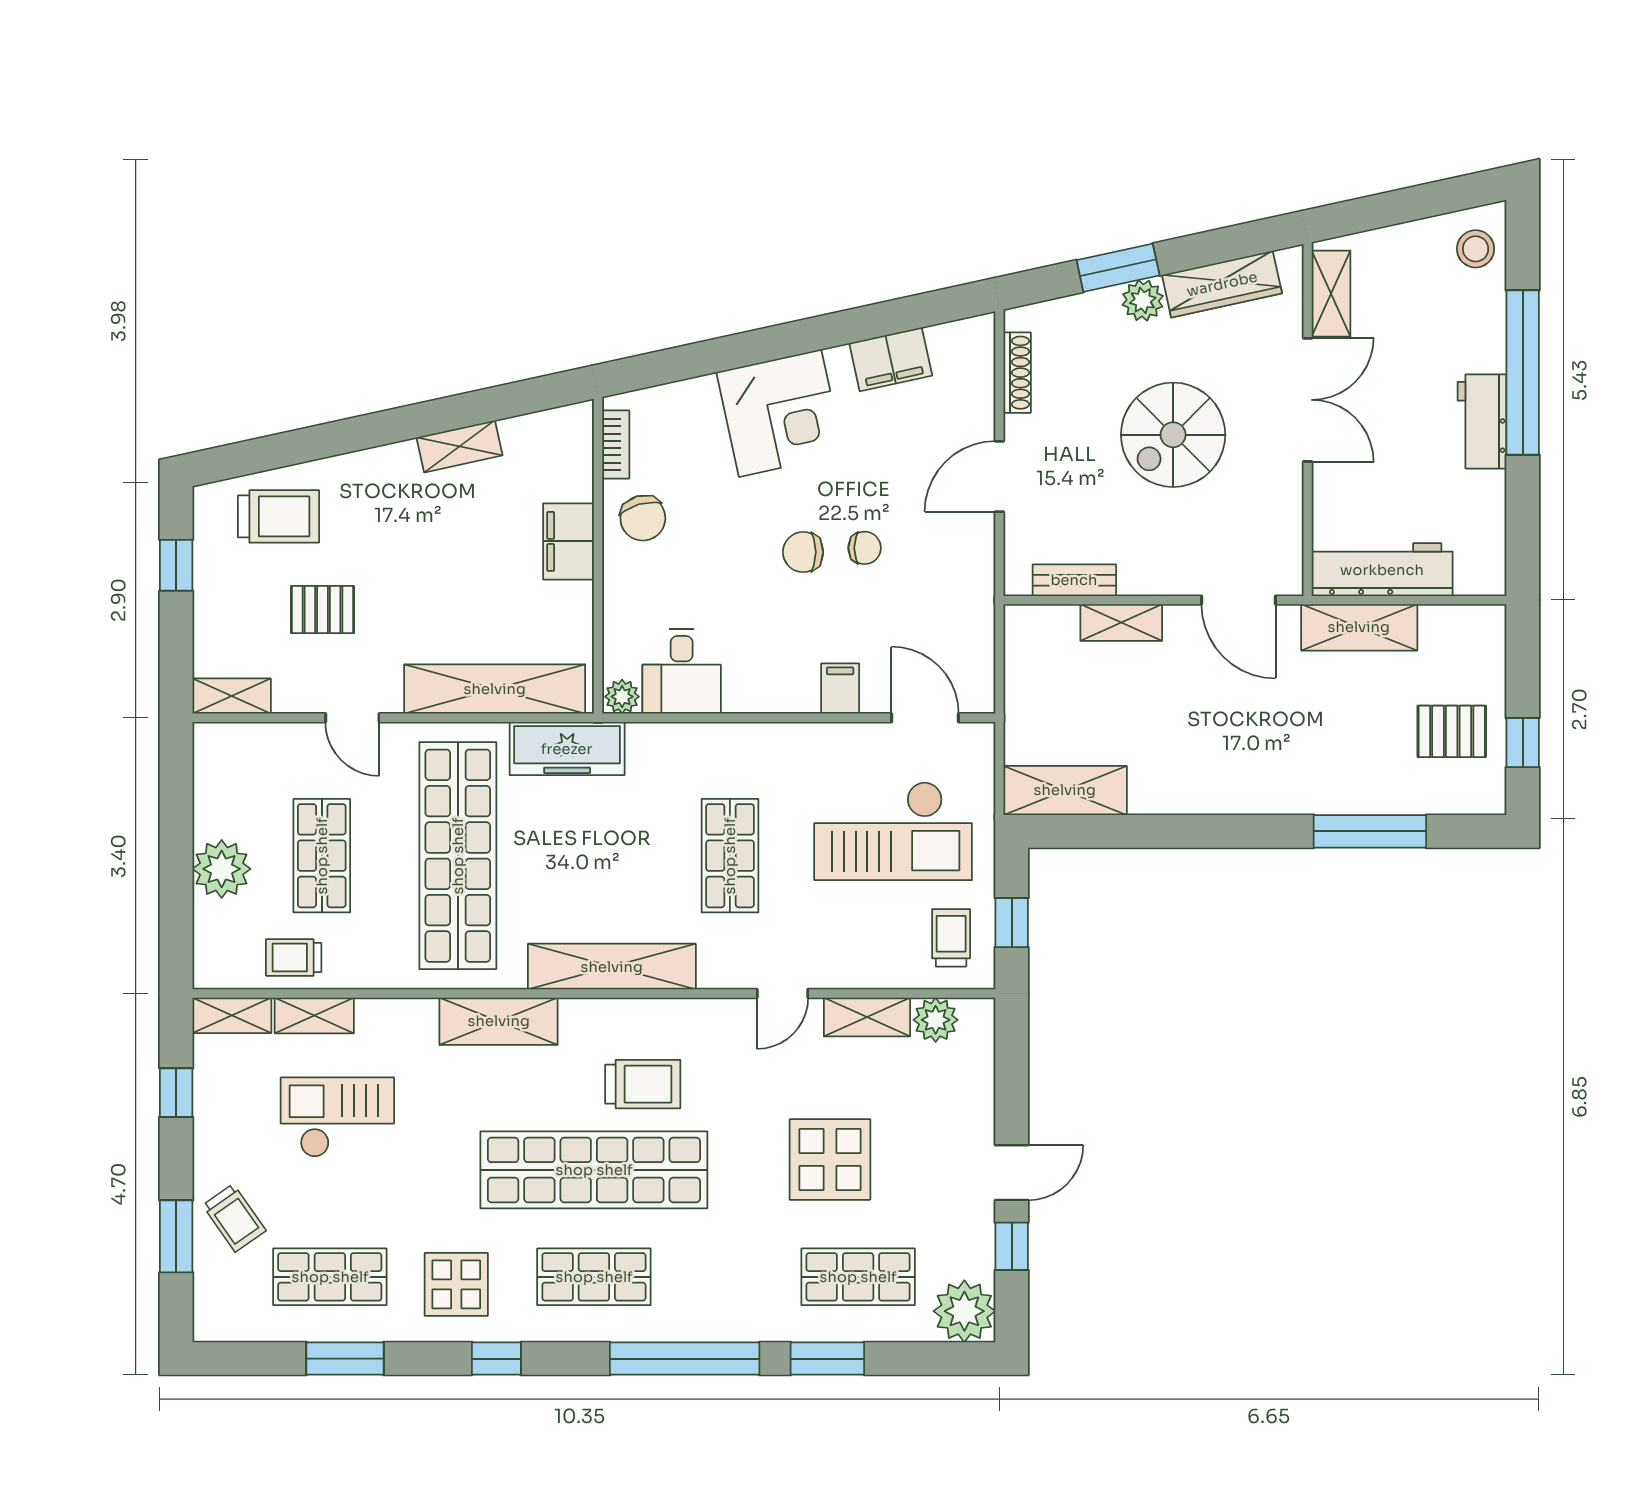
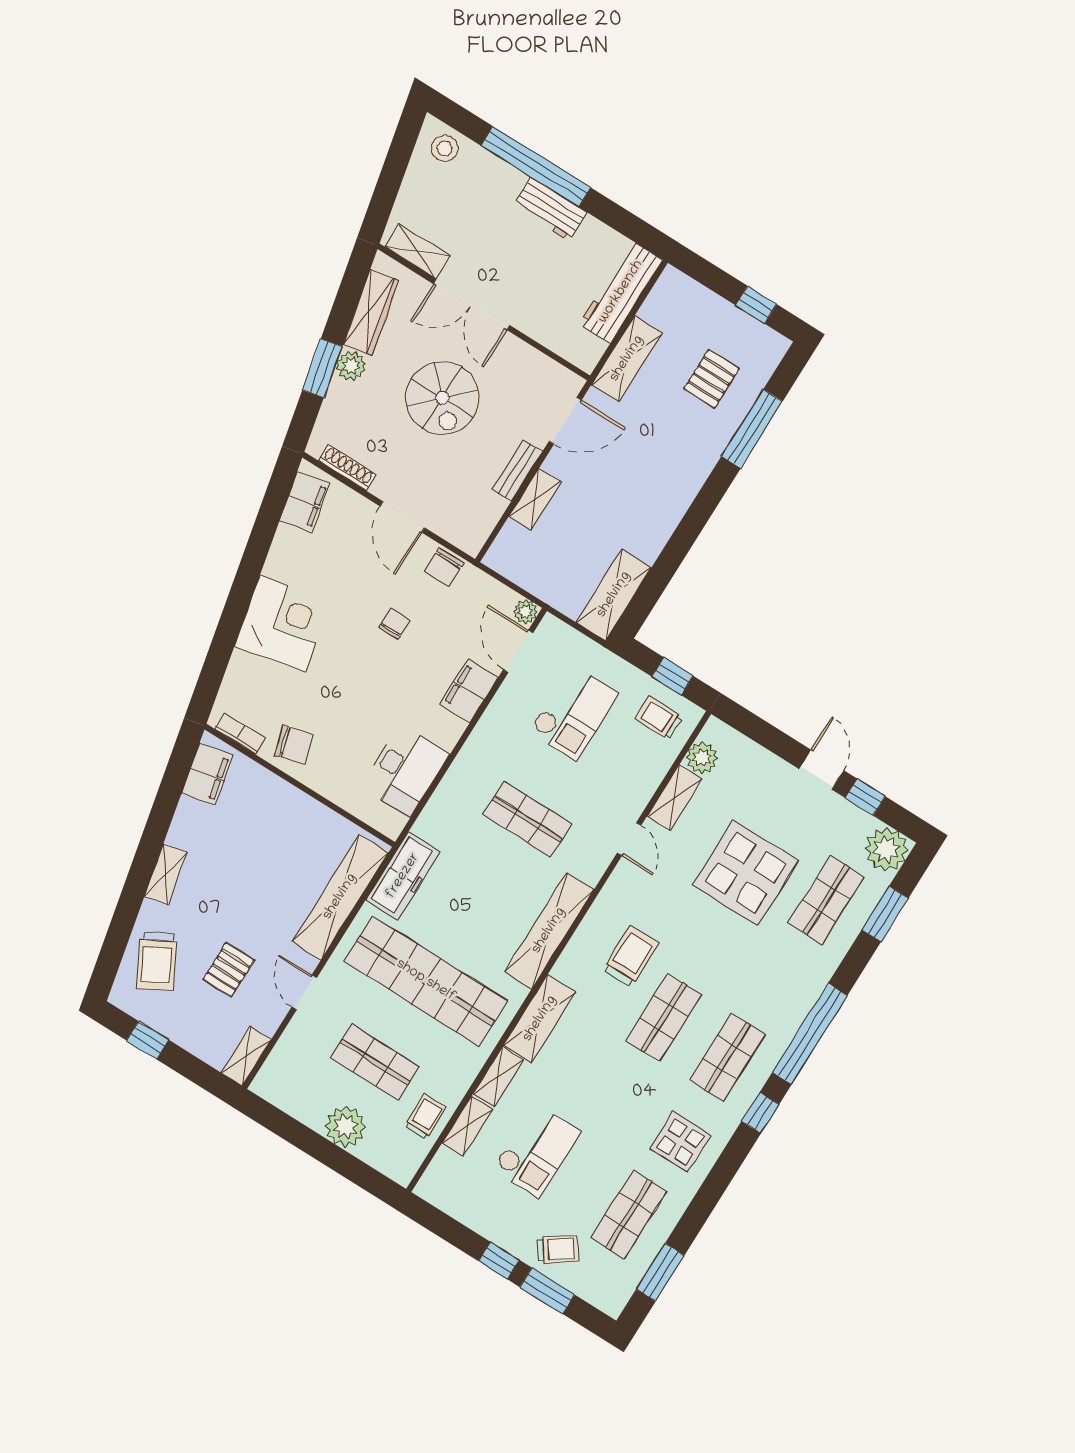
filing cabinet: (891, 359) -> (305, 502), moved
double door: (1308, 400) -> (472, 305), swing flipped
shelving: (460, 446) -> (166, 874), moved
trolley: (278, 516) -> (157, 961), turned 152
filing cabinet: (568, 541) -> (207, 774), moved, turned -102
chair: (803, 552) -> (444, 567), moved
workbench: (1382, 570) -> (621, 292), moved
bench: (1074, 580) -> (517, 471), moved
desk: (682, 671) -> (405, 770), width x1.37
filing cabinet: (840, 689) -> (469, 691), width x2.00
plant: (622, 697) -> (525, 612), moved
door: (352, 718) -> (304, 992), swing flipped
door: (925, 718) -> (518, 651), hinge flipped
pallet: (1452, 731) -> (712, 379), moved
checkout: (893, 831) -> (574, 713), width x0.73, depth x0.83
trolley: (294, 957) -> (425, 1117), turned 180
shelving: (232, 1015) -> (498, 1077), moved
window: (176, 1093) -> (499, 1261), moved
checkout: (337, 1117) -> (536, 1150), turned 180
display table: (830, 1160) -> (746, 873), width x1.36, depth x1.36
shop shelf: (594, 1170) -> (664, 1017), width x0.50, depth x0.74
window: (345, 1359) -> (660, 1272), moved
window: (496, 1359) -> (760, 1113), moved
window: (827, 1359) -> (885, 914), moved

